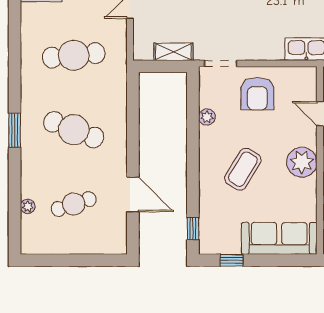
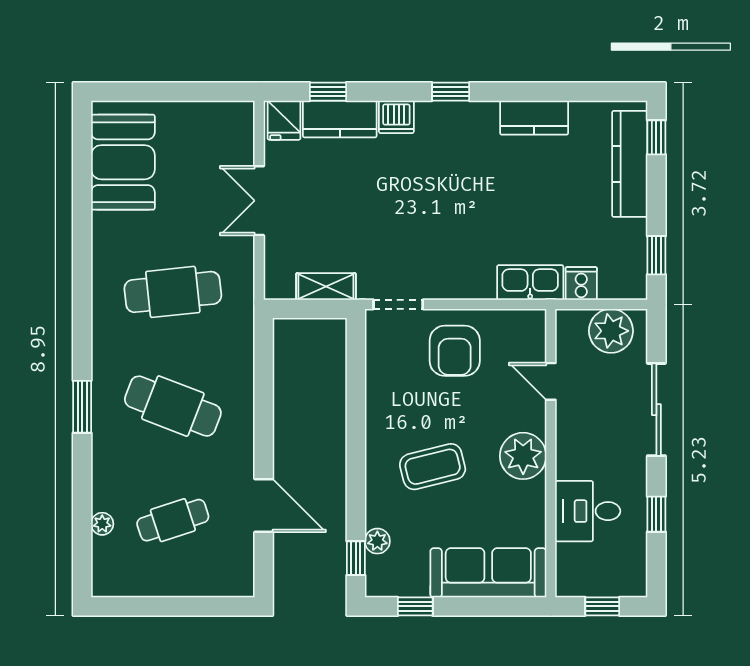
plant: (207, 117) -> (377, 541), moved
coffee table: (243, 169) -> (433, 467), turned 45

